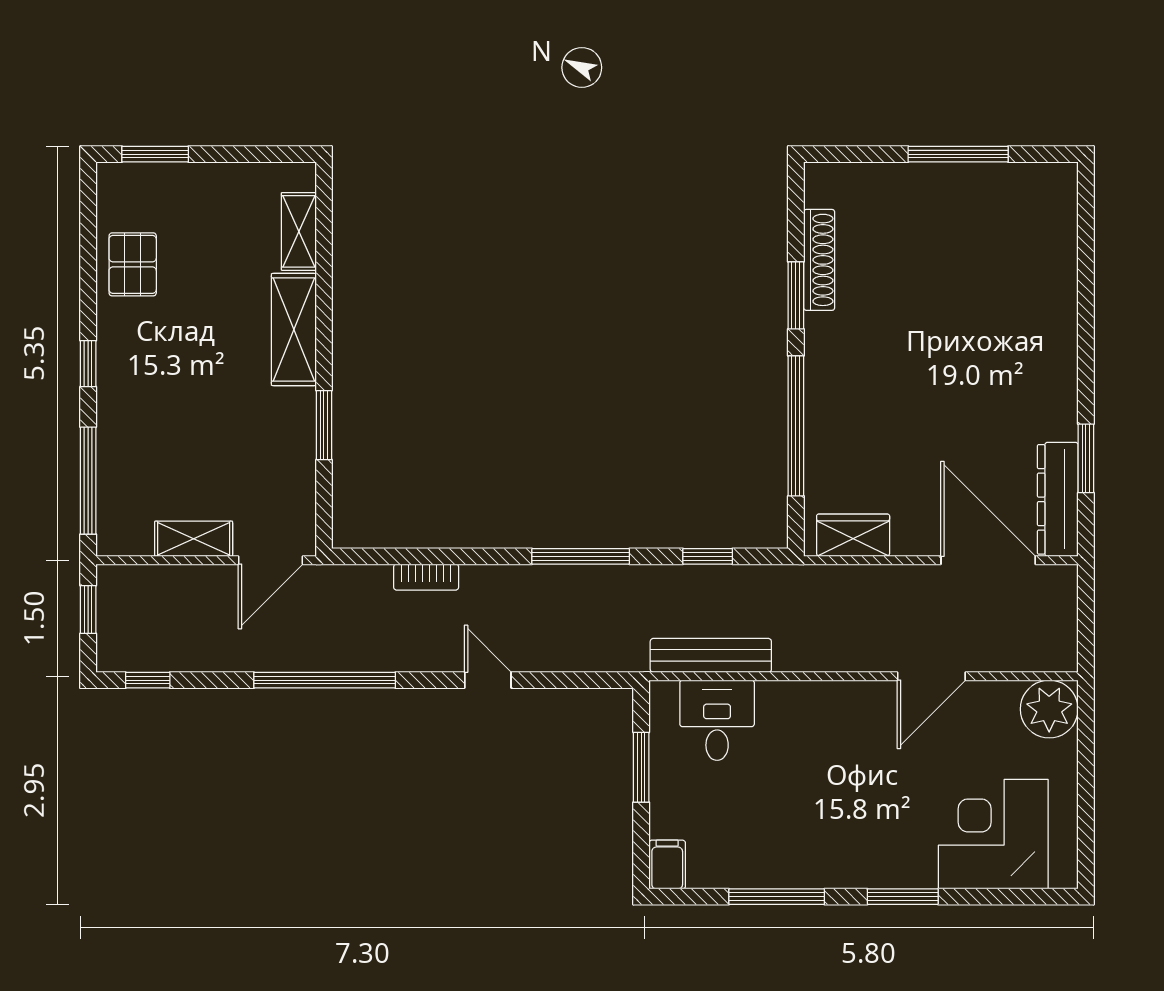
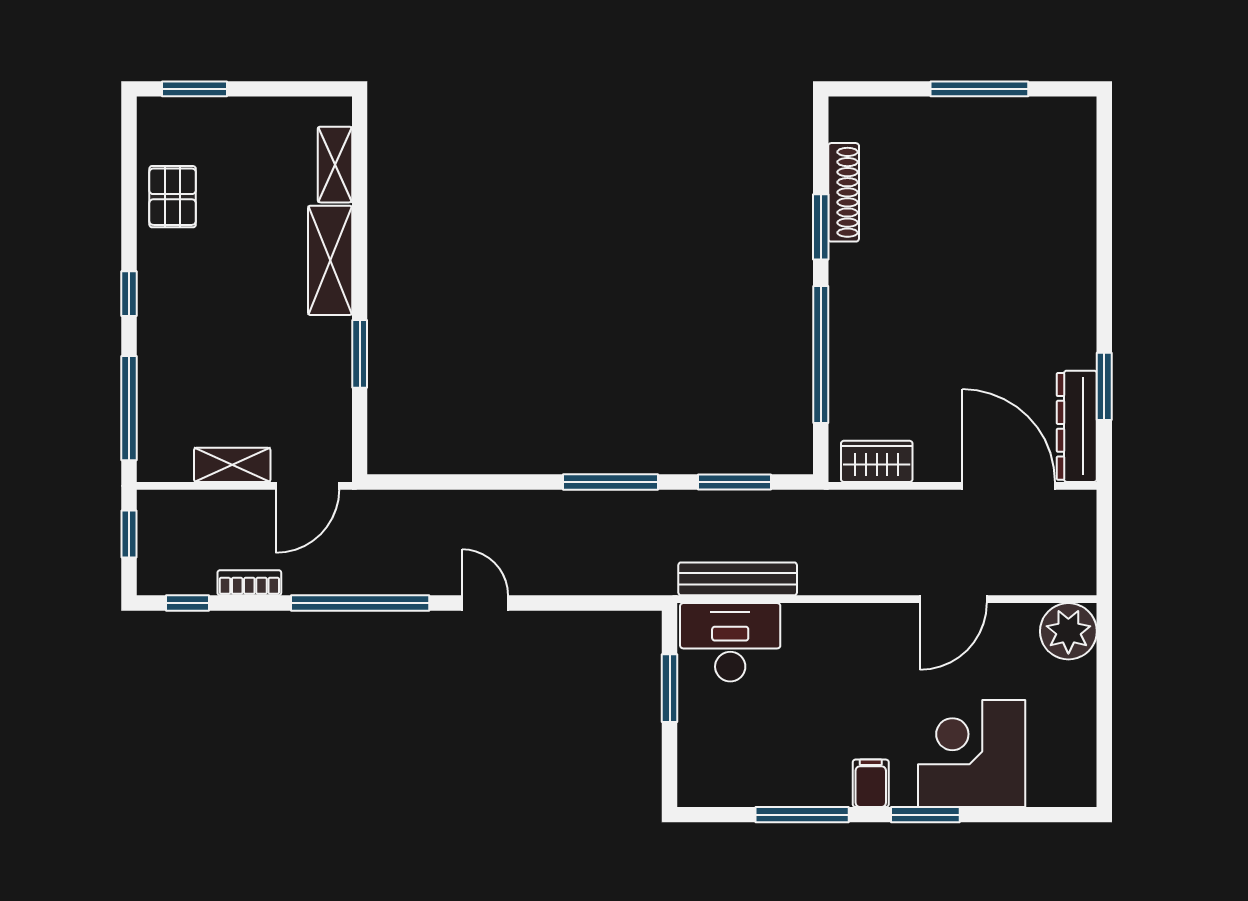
window: (708, 556) -> (734, 482), width x1.50
bookcase: (426, 577) -> (249, 583), moved, turned 180
door: (488, 680) -> (485, 603), moved
desk: (717, 720) -> (730, 642), width x1.37
corner desk: (993, 834) -> (972, 754), moved
filing cabinet: (667, 865) -> (871, 783), moved

